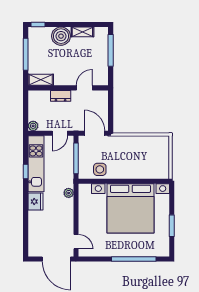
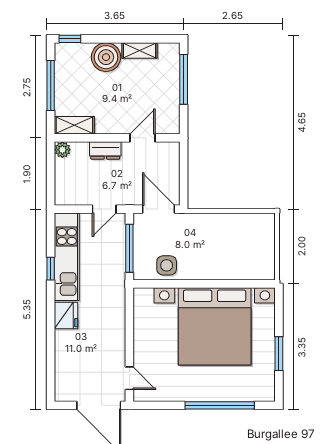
plant: (33, 126) -> (62, 150), moved
plant: (69, 193) -> (118, 302), removed

